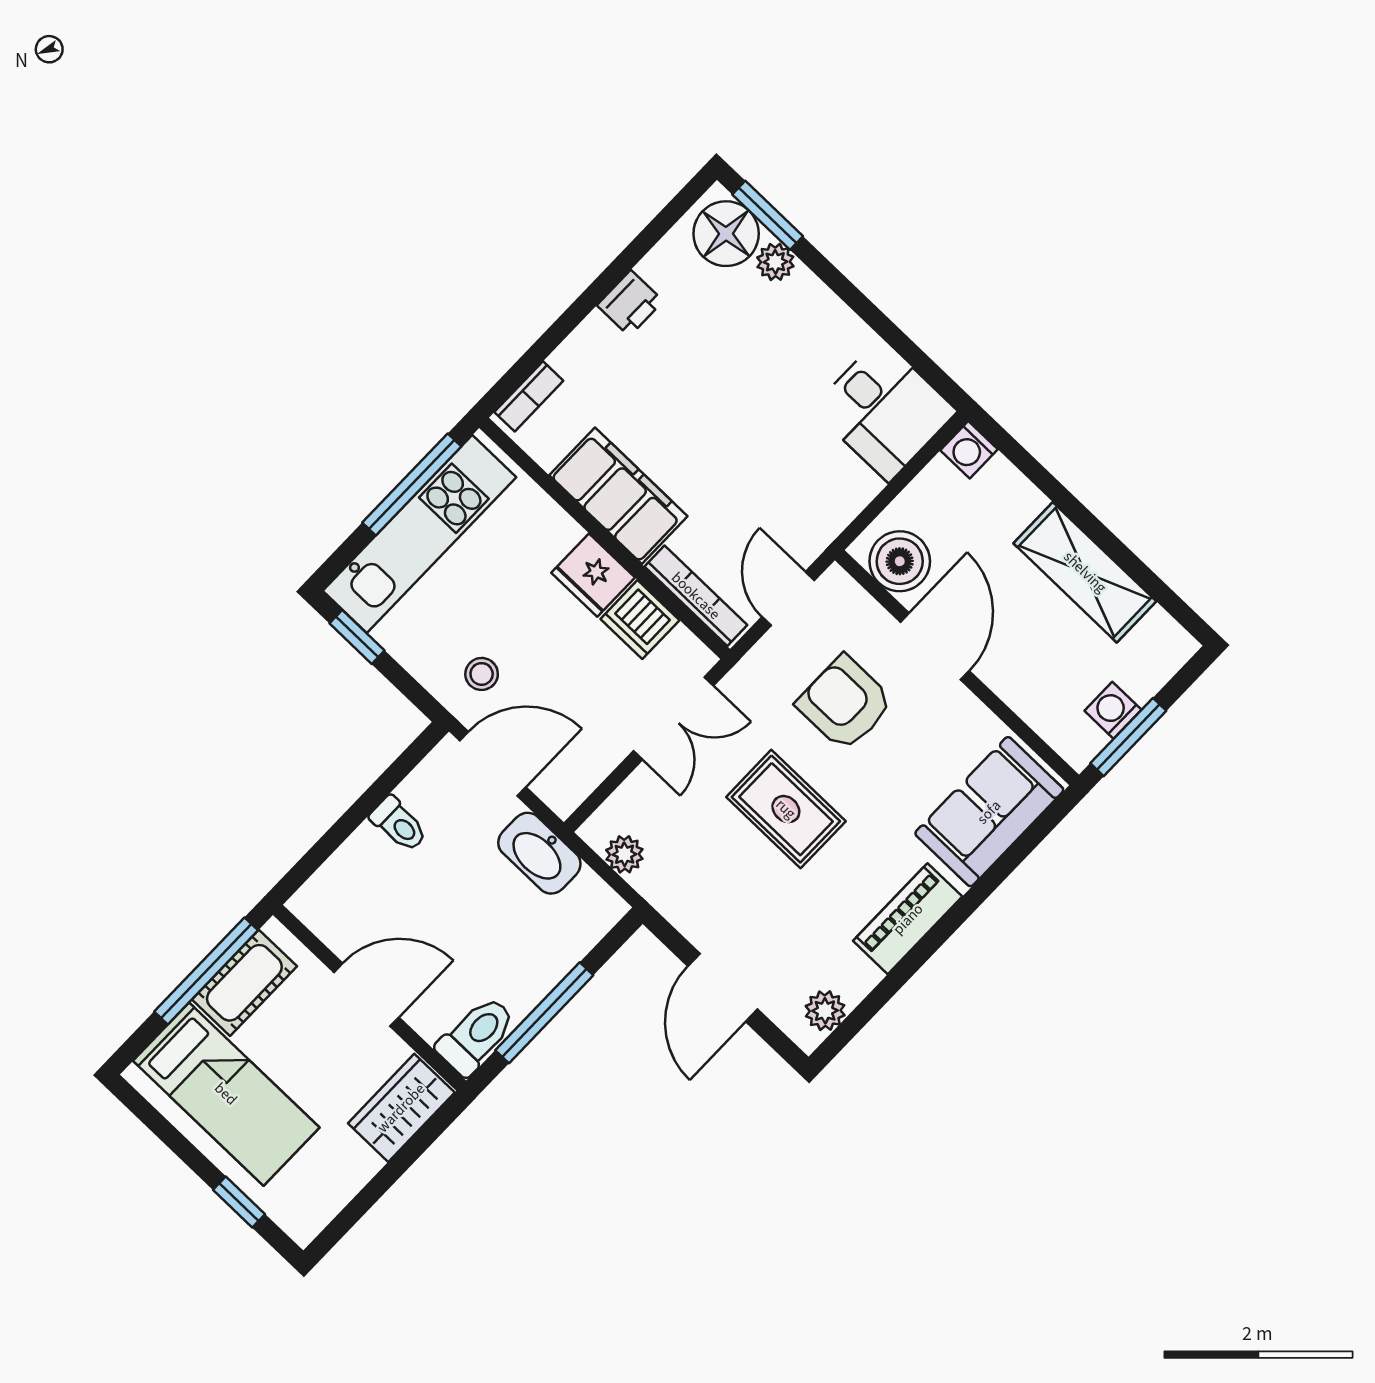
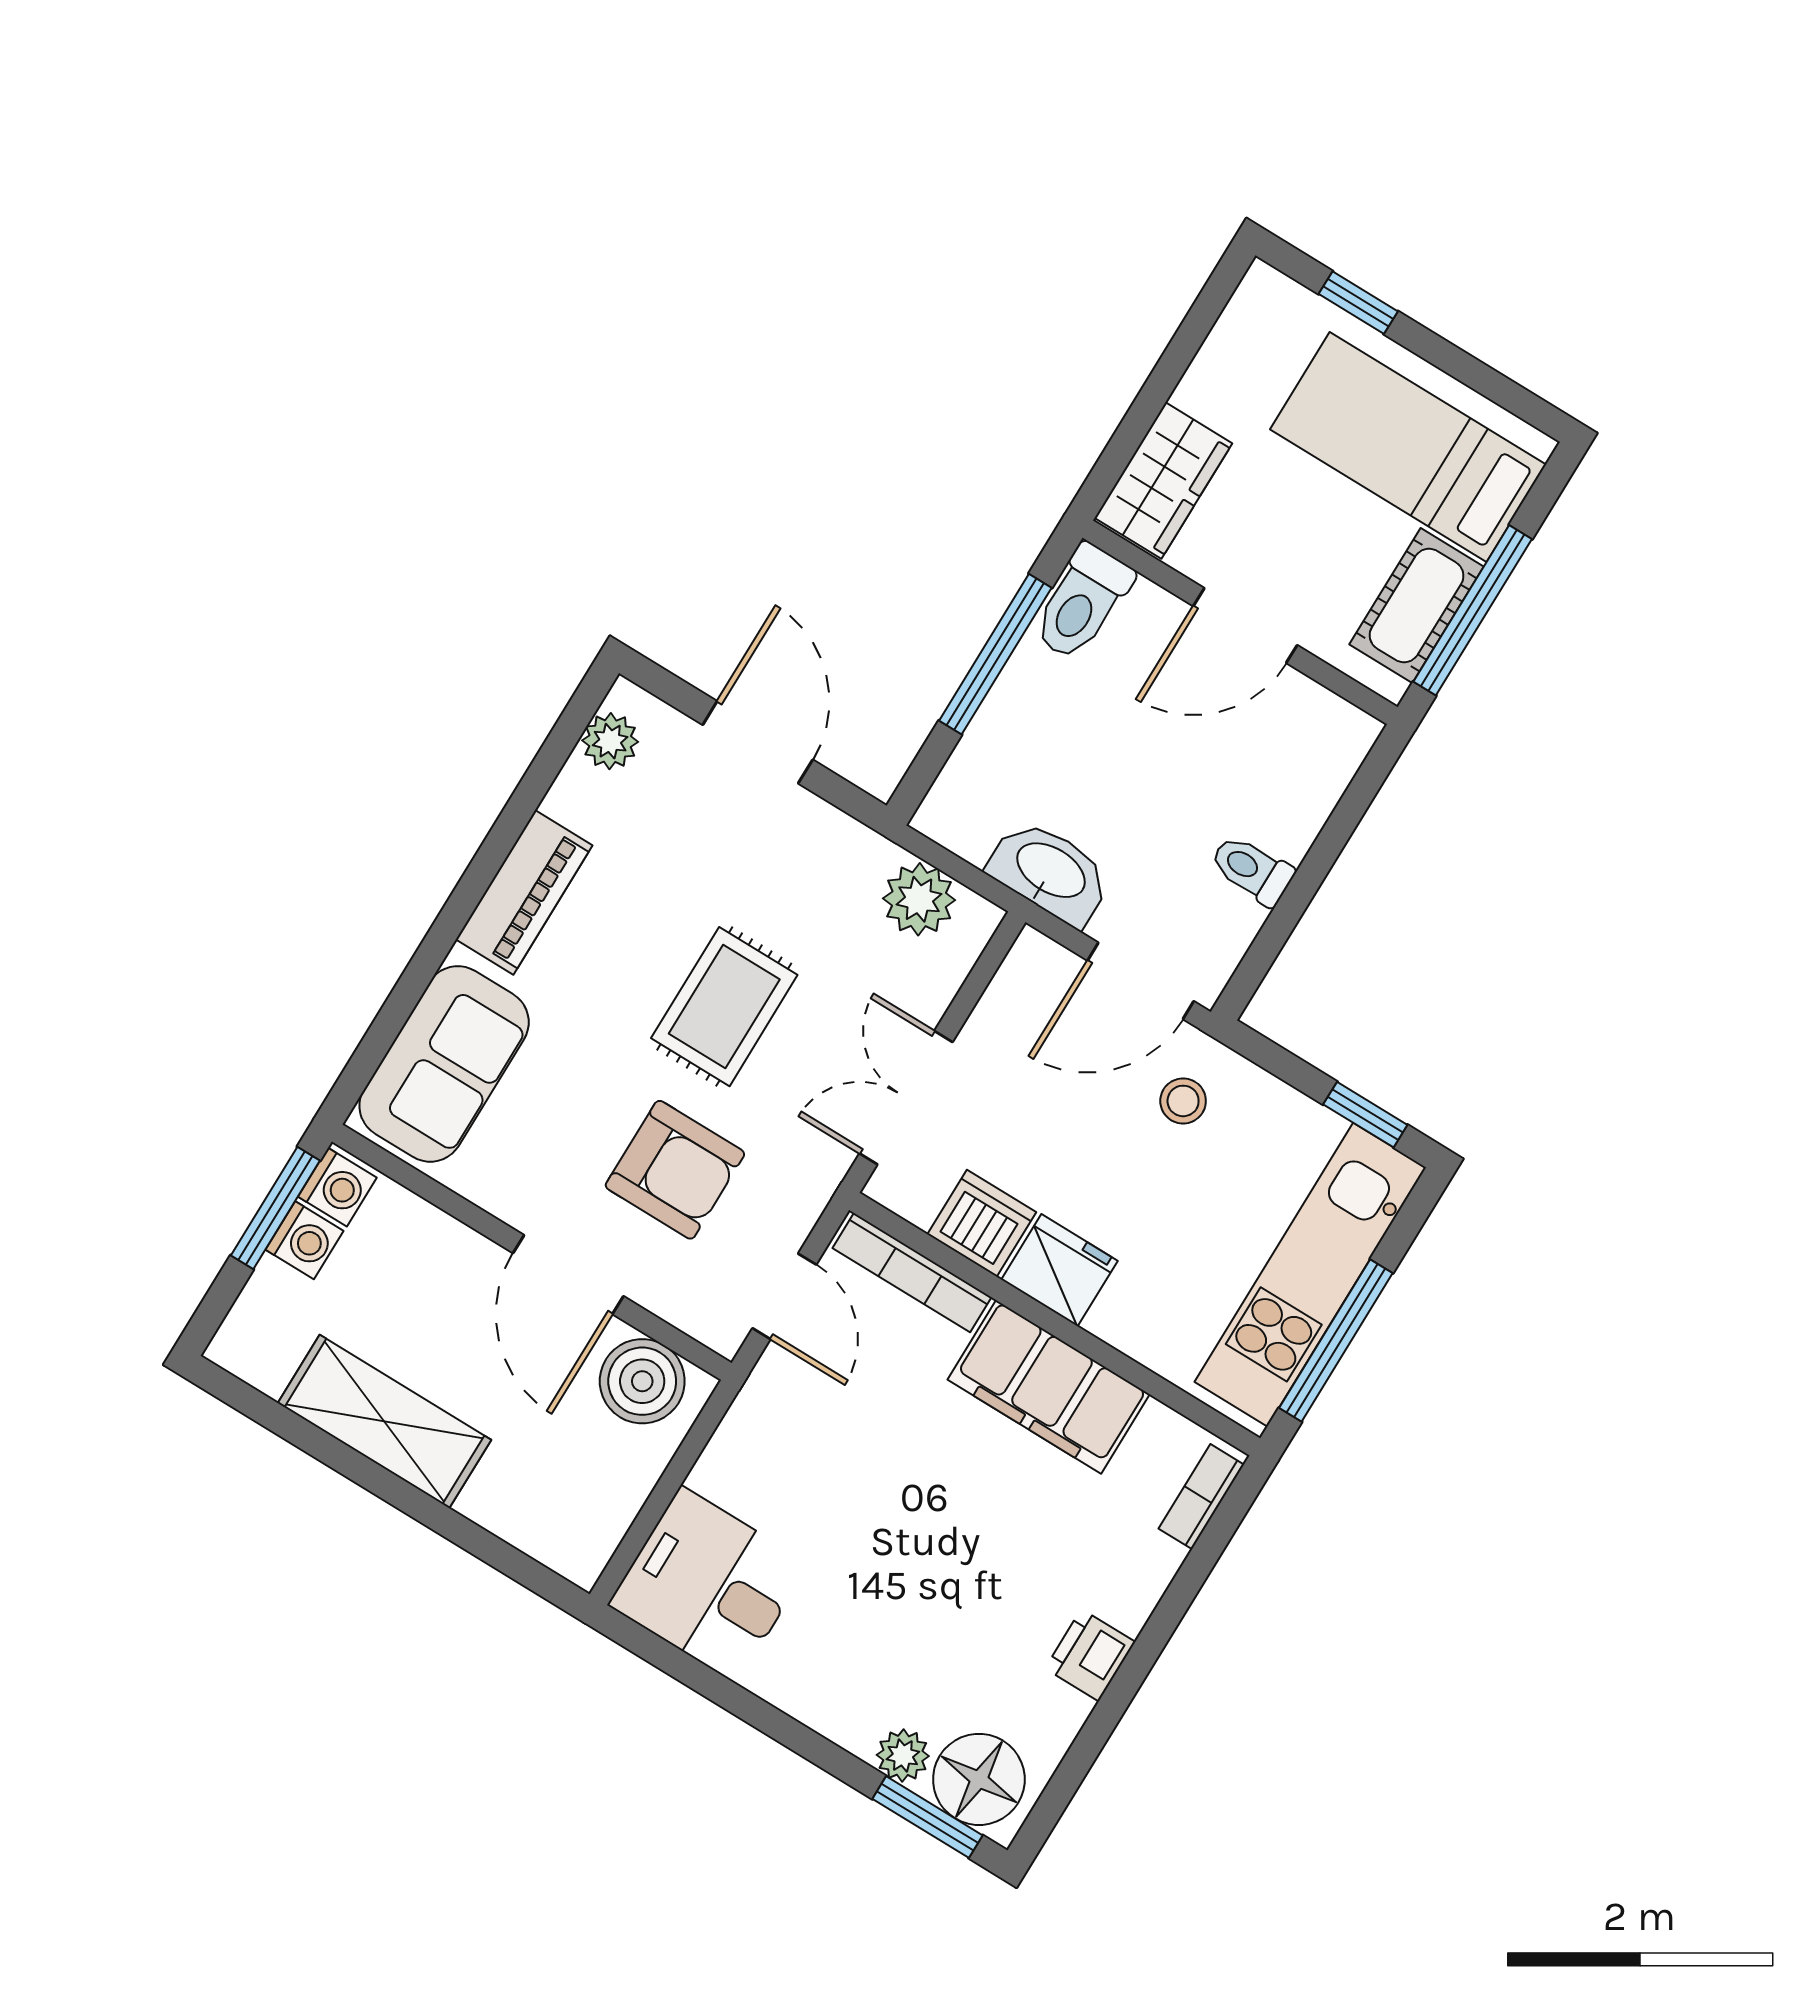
washing machine: (969, 450) -> (337, 1187), moved, turned 90
rug: (786, 809) -> (724, 1007), turned 90
plant: (624, 854) -> (919, 899), width x1.38, depth x1.38

